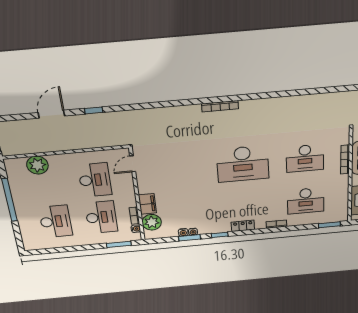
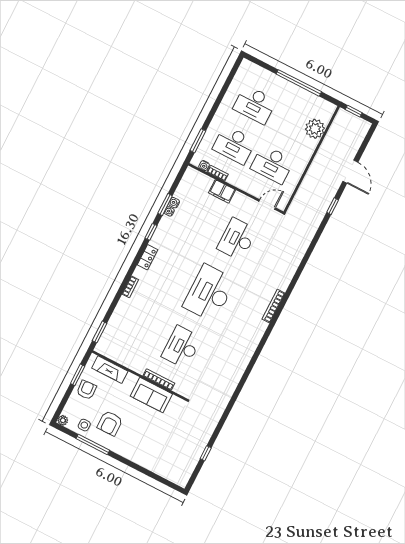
door: (133, 164) -> (267, 204), hinge flipped
desk: (306, 201) -> (237, 239), moved
plant: (152, 222) -> (202, 183), removed

